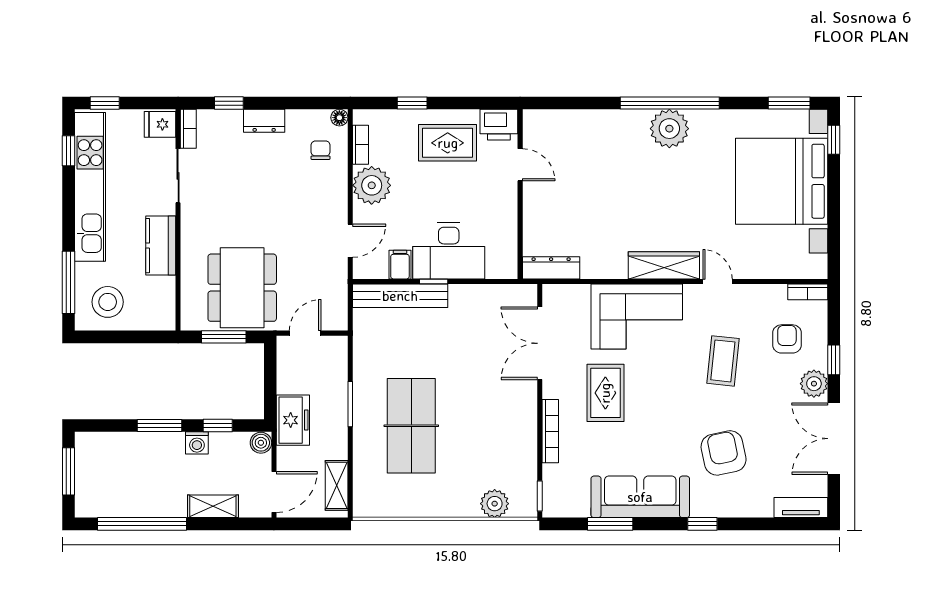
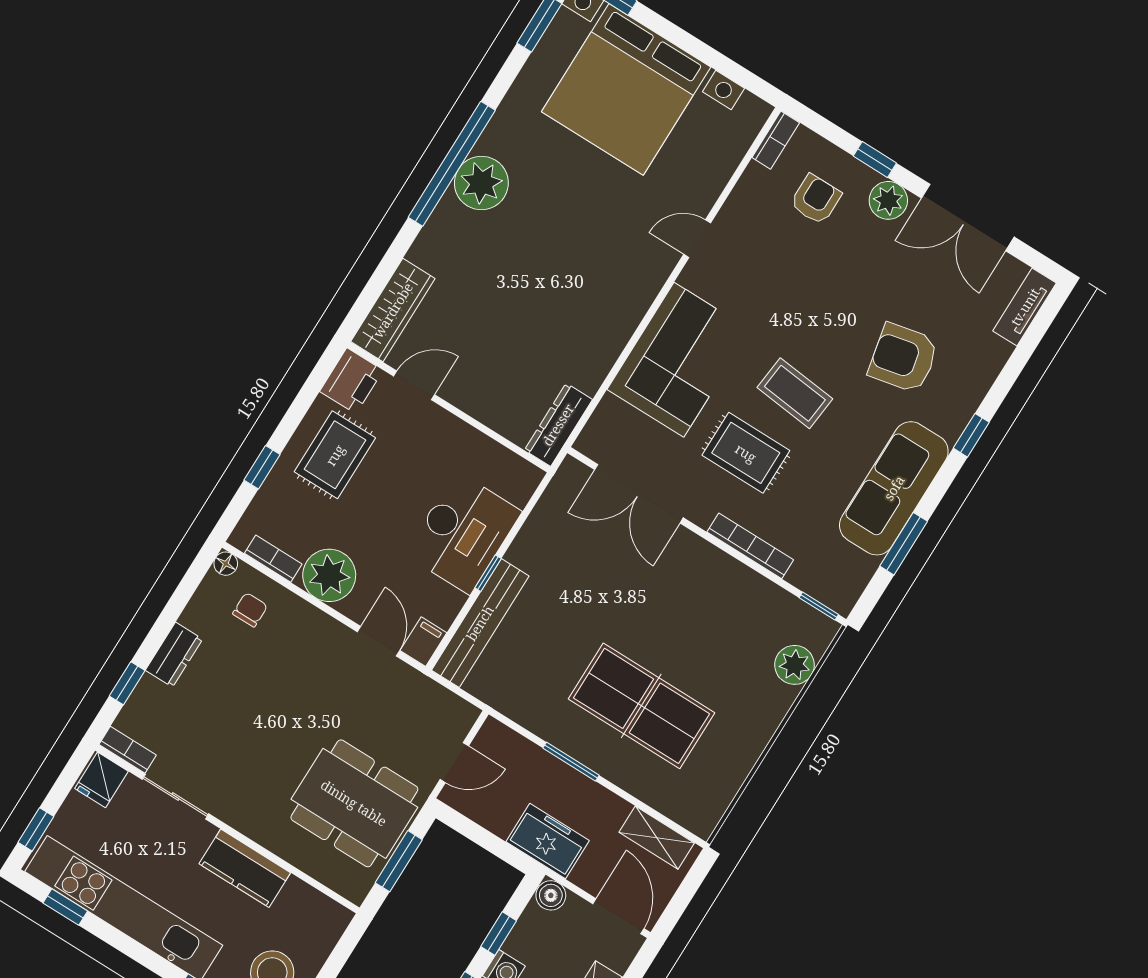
chair: (321, 150) -> (250, 610), turned 90
filing cabinet: (400, 265) -> (423, 642), moved, turned 90
wardrobe: (664, 265) -> (393, 310), moved, turned 180
door: (305, 333) -> (454, 763), swing flipped
armchair: (787, 339) -> (816, 199), turned 90
coffee table: (723, 361) -> (795, 393), moved

